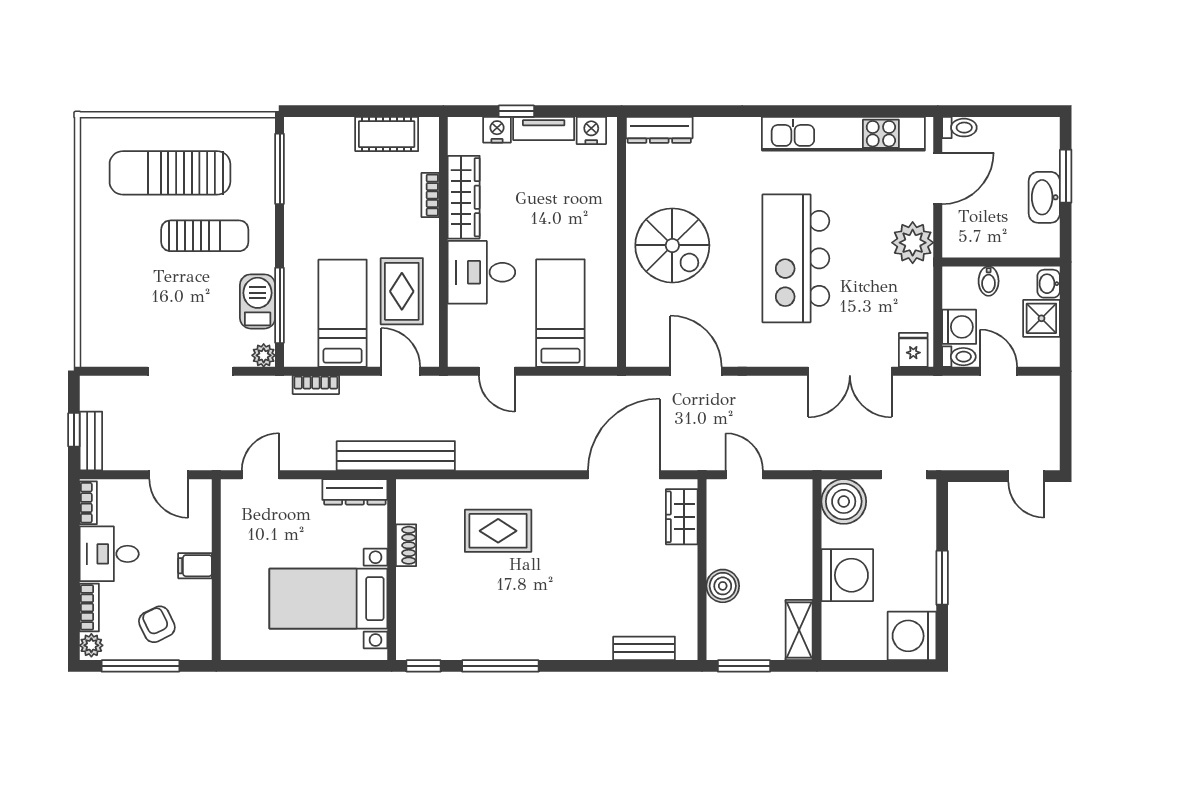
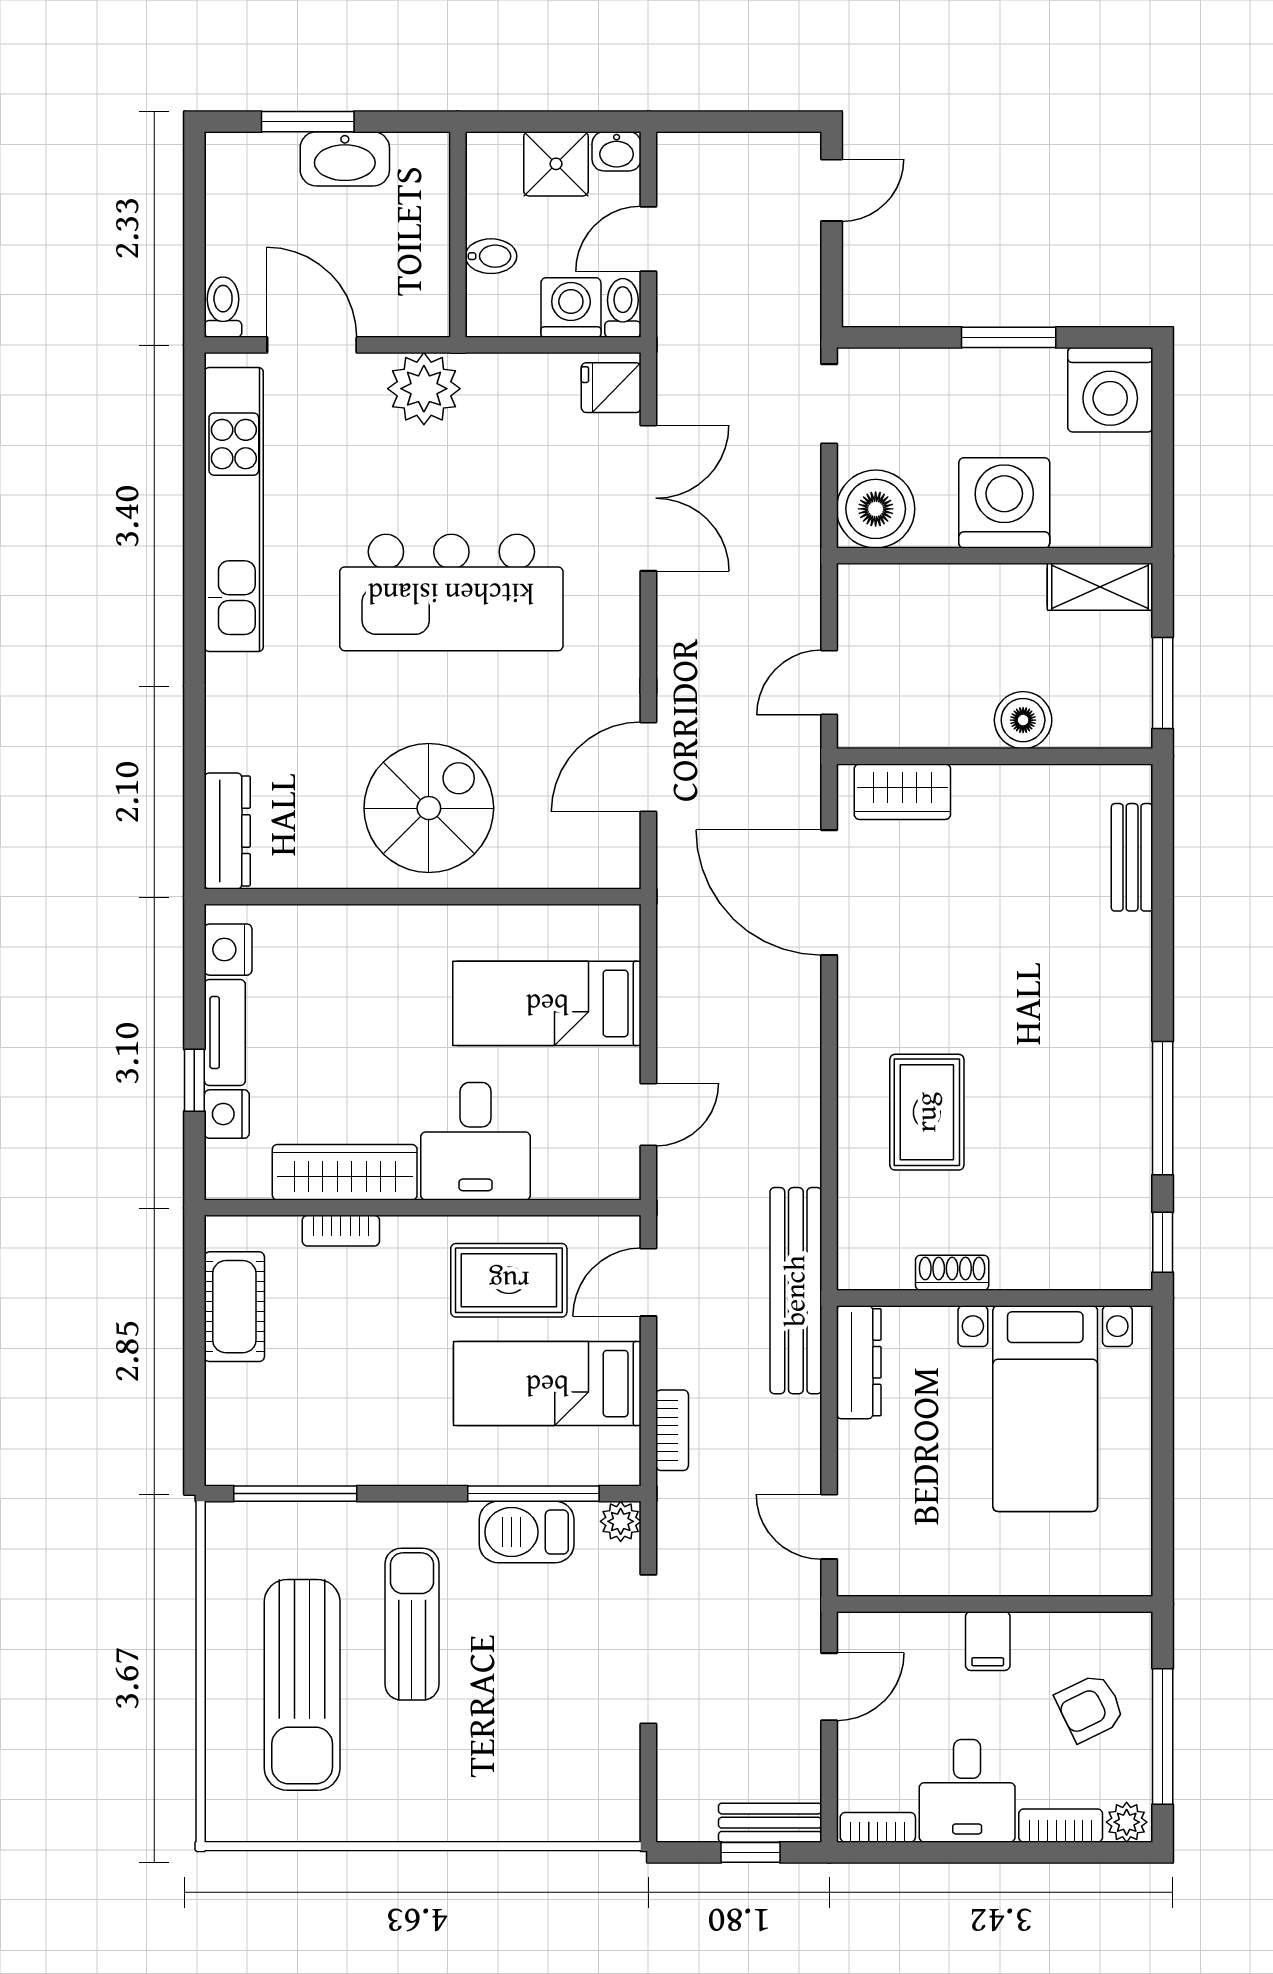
washbasin: (1049, 284) -> (617, 151), moved

